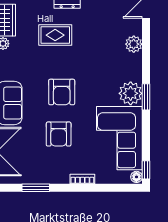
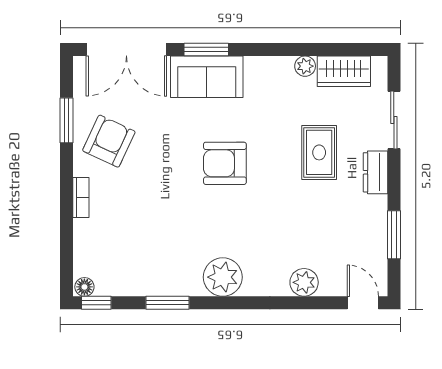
window: (146, 97) -> (168, 303), moved
armchair: (59, 134) -> (109, 141), moved, turned 115
corner sofa: (119, 138) -> (149, 259), removed

